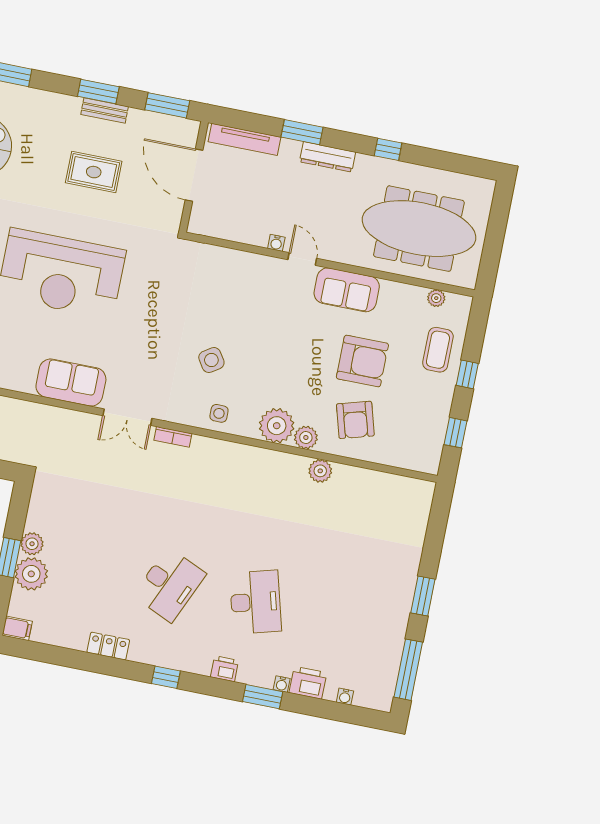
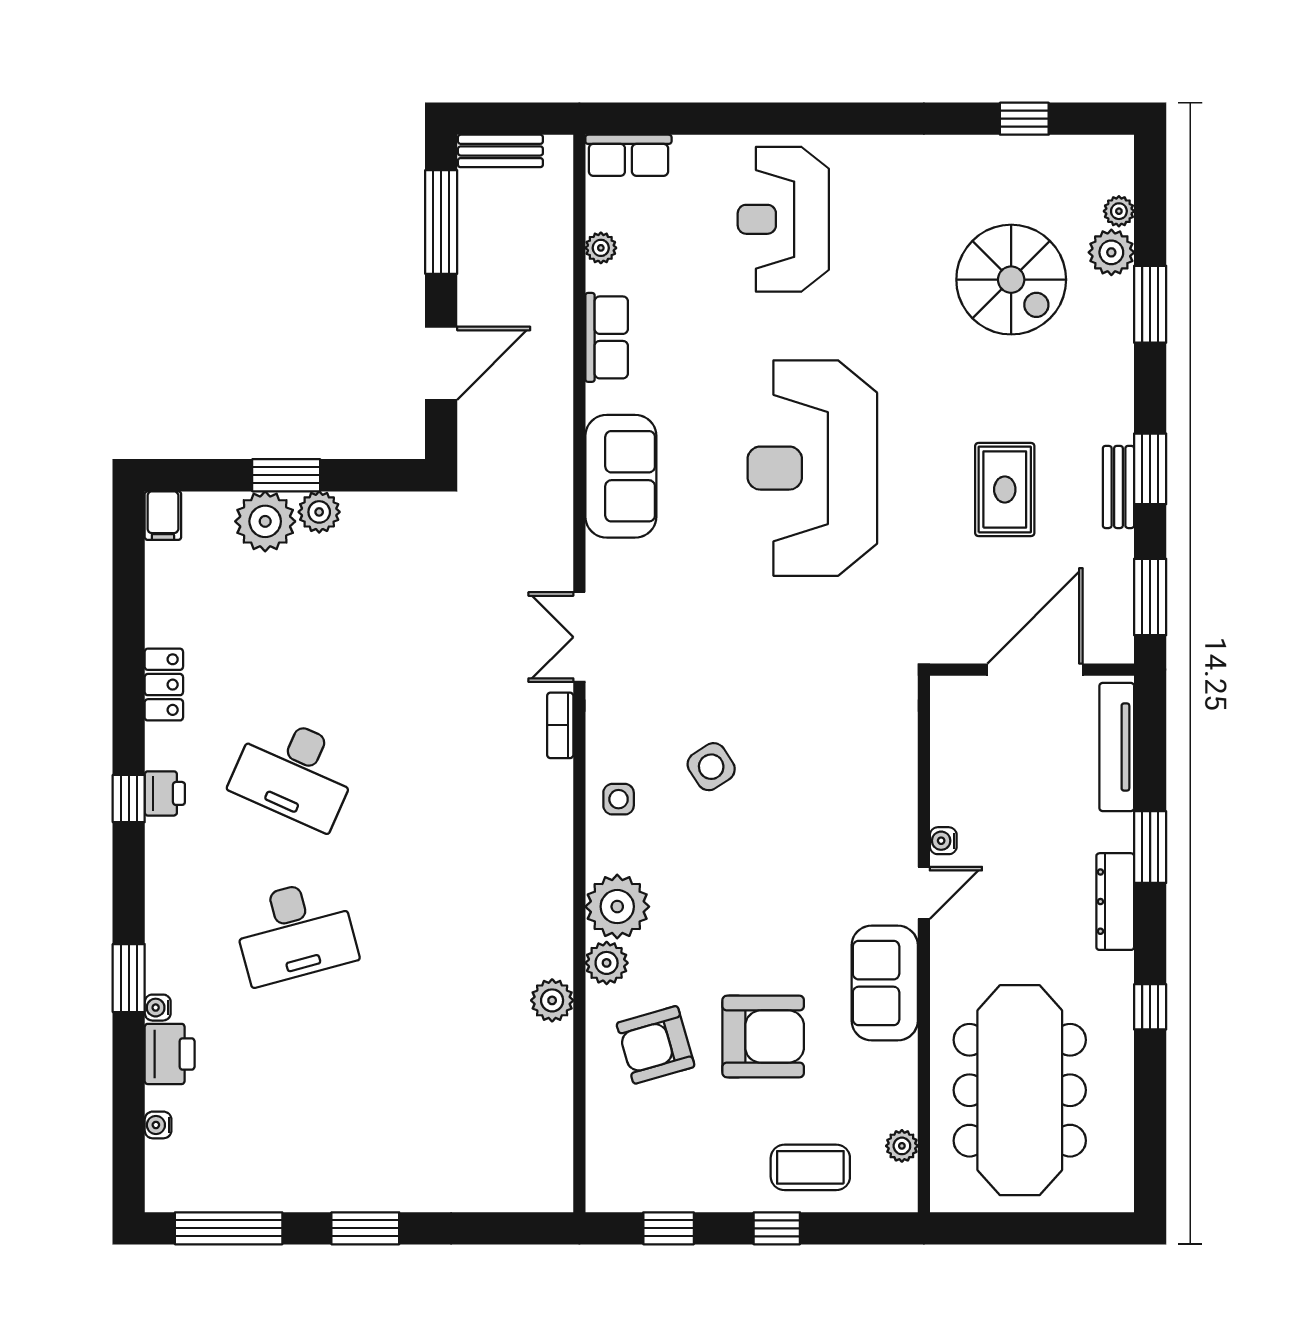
armchair: (362, 361) -> (763, 1037), turned -90
sofa: (71, 383) -> (621, 476), moved
printer: (224, 669) -> (165, 793), moved

